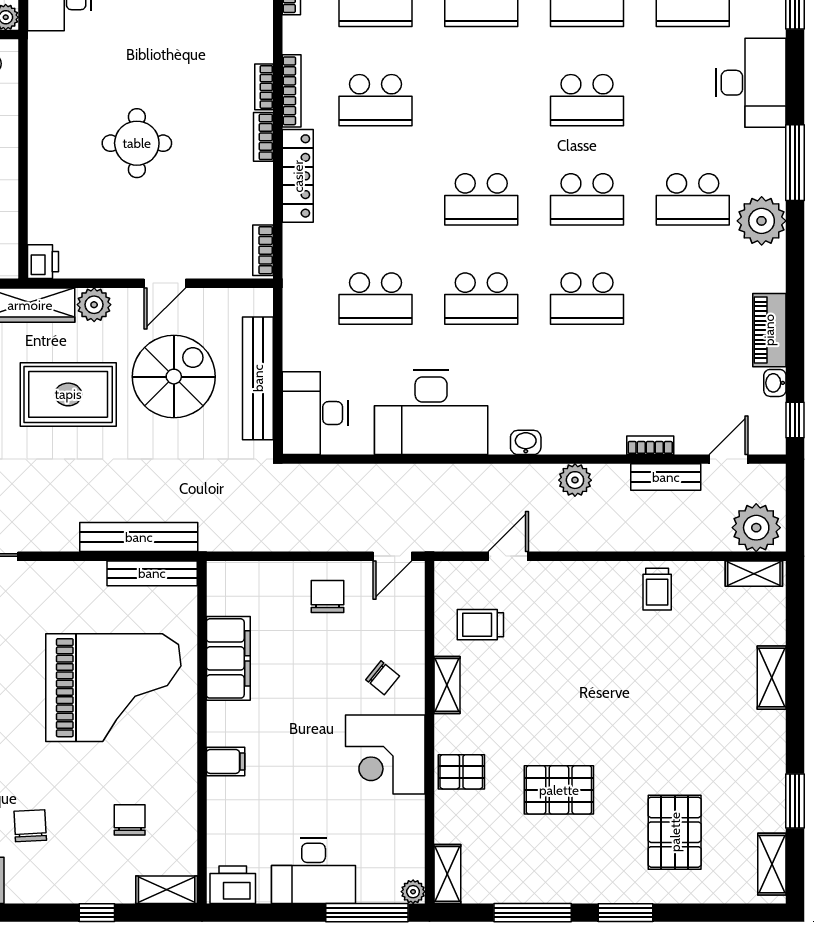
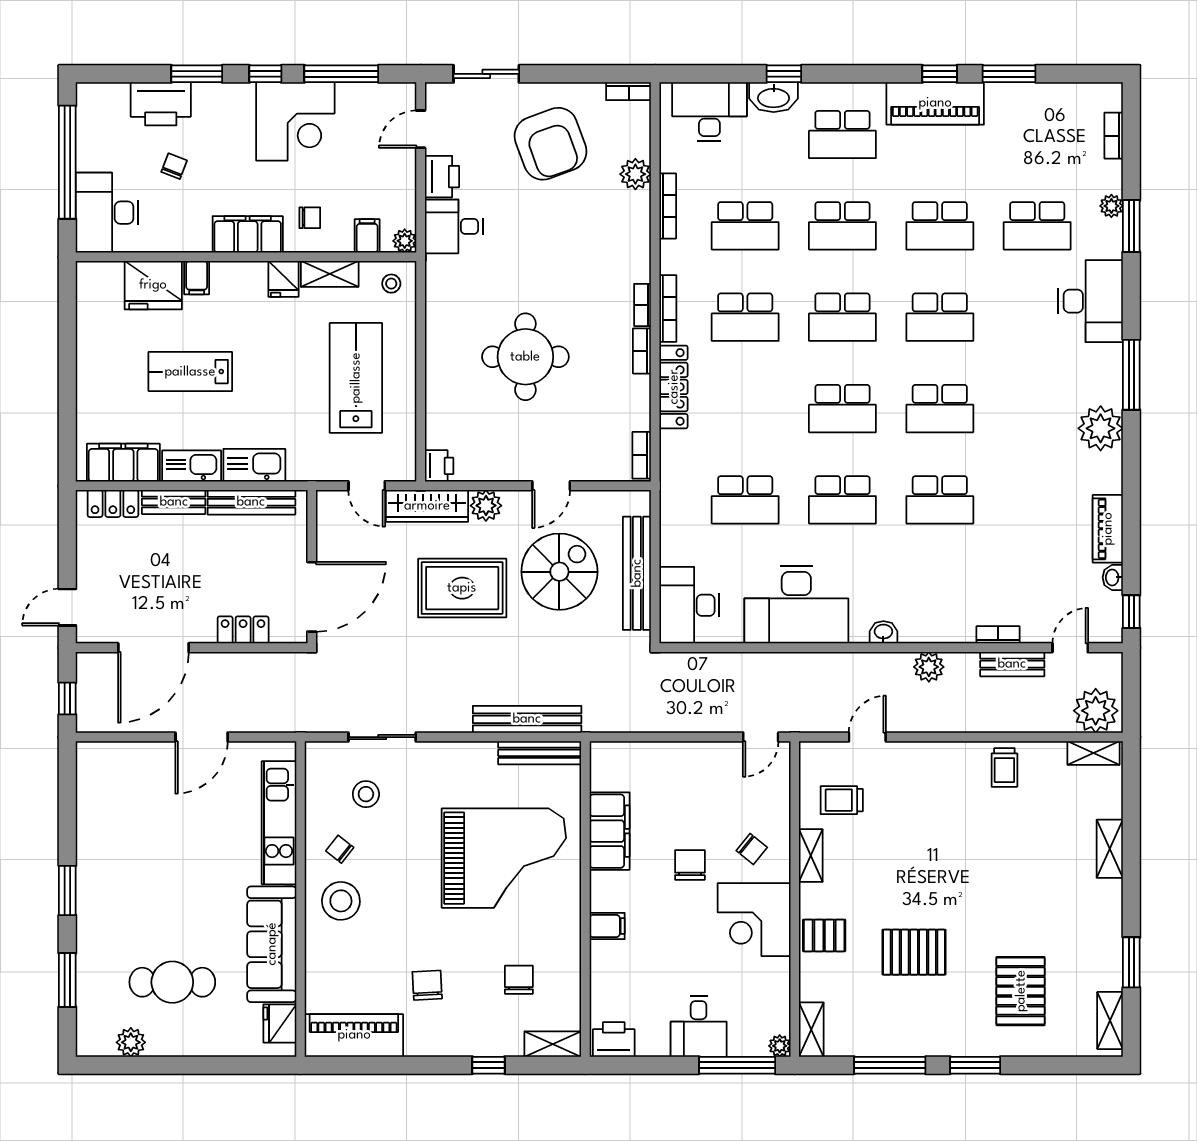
round table: (137, 143) -> (525, 357), width x1.36, depth x1.36
school desk: (693, 199) -> (842, 317), moved
chair: (328, 596) -> (690, 865), moved
desk: (314, 871) -> (699, 1027), width x0.73

